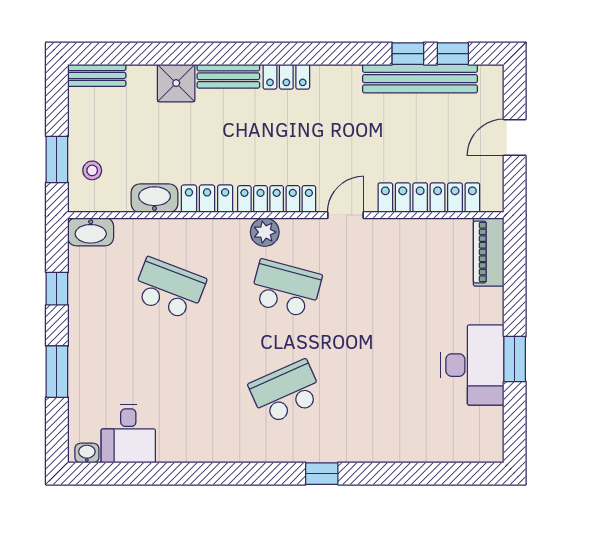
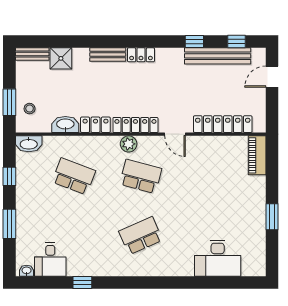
window: (408, 54) -> (194, 41), moved
shower: (176, 83) -> (61, 58), moved
door: (515, 137) -> (272, 77), moved
door: (346, 215) -> (175, 134), swing flipped
desk: (472, 365) -> (218, 258), moved, turned 90
window: (322, 474) -> (82, 282), moved

